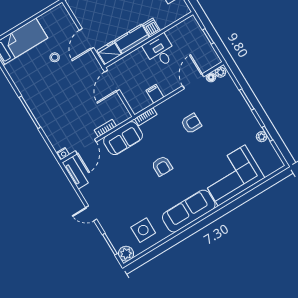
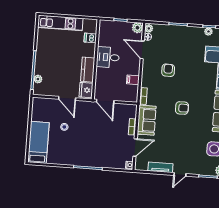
dishwasher: (151, 28) -> (90, 38), moved
plant: (213, 60) -> (137, 28), added
door: (86, 146) -> (135, 148), hinge flipped
tv unit: (75, 173) -> (160, 167), moved

